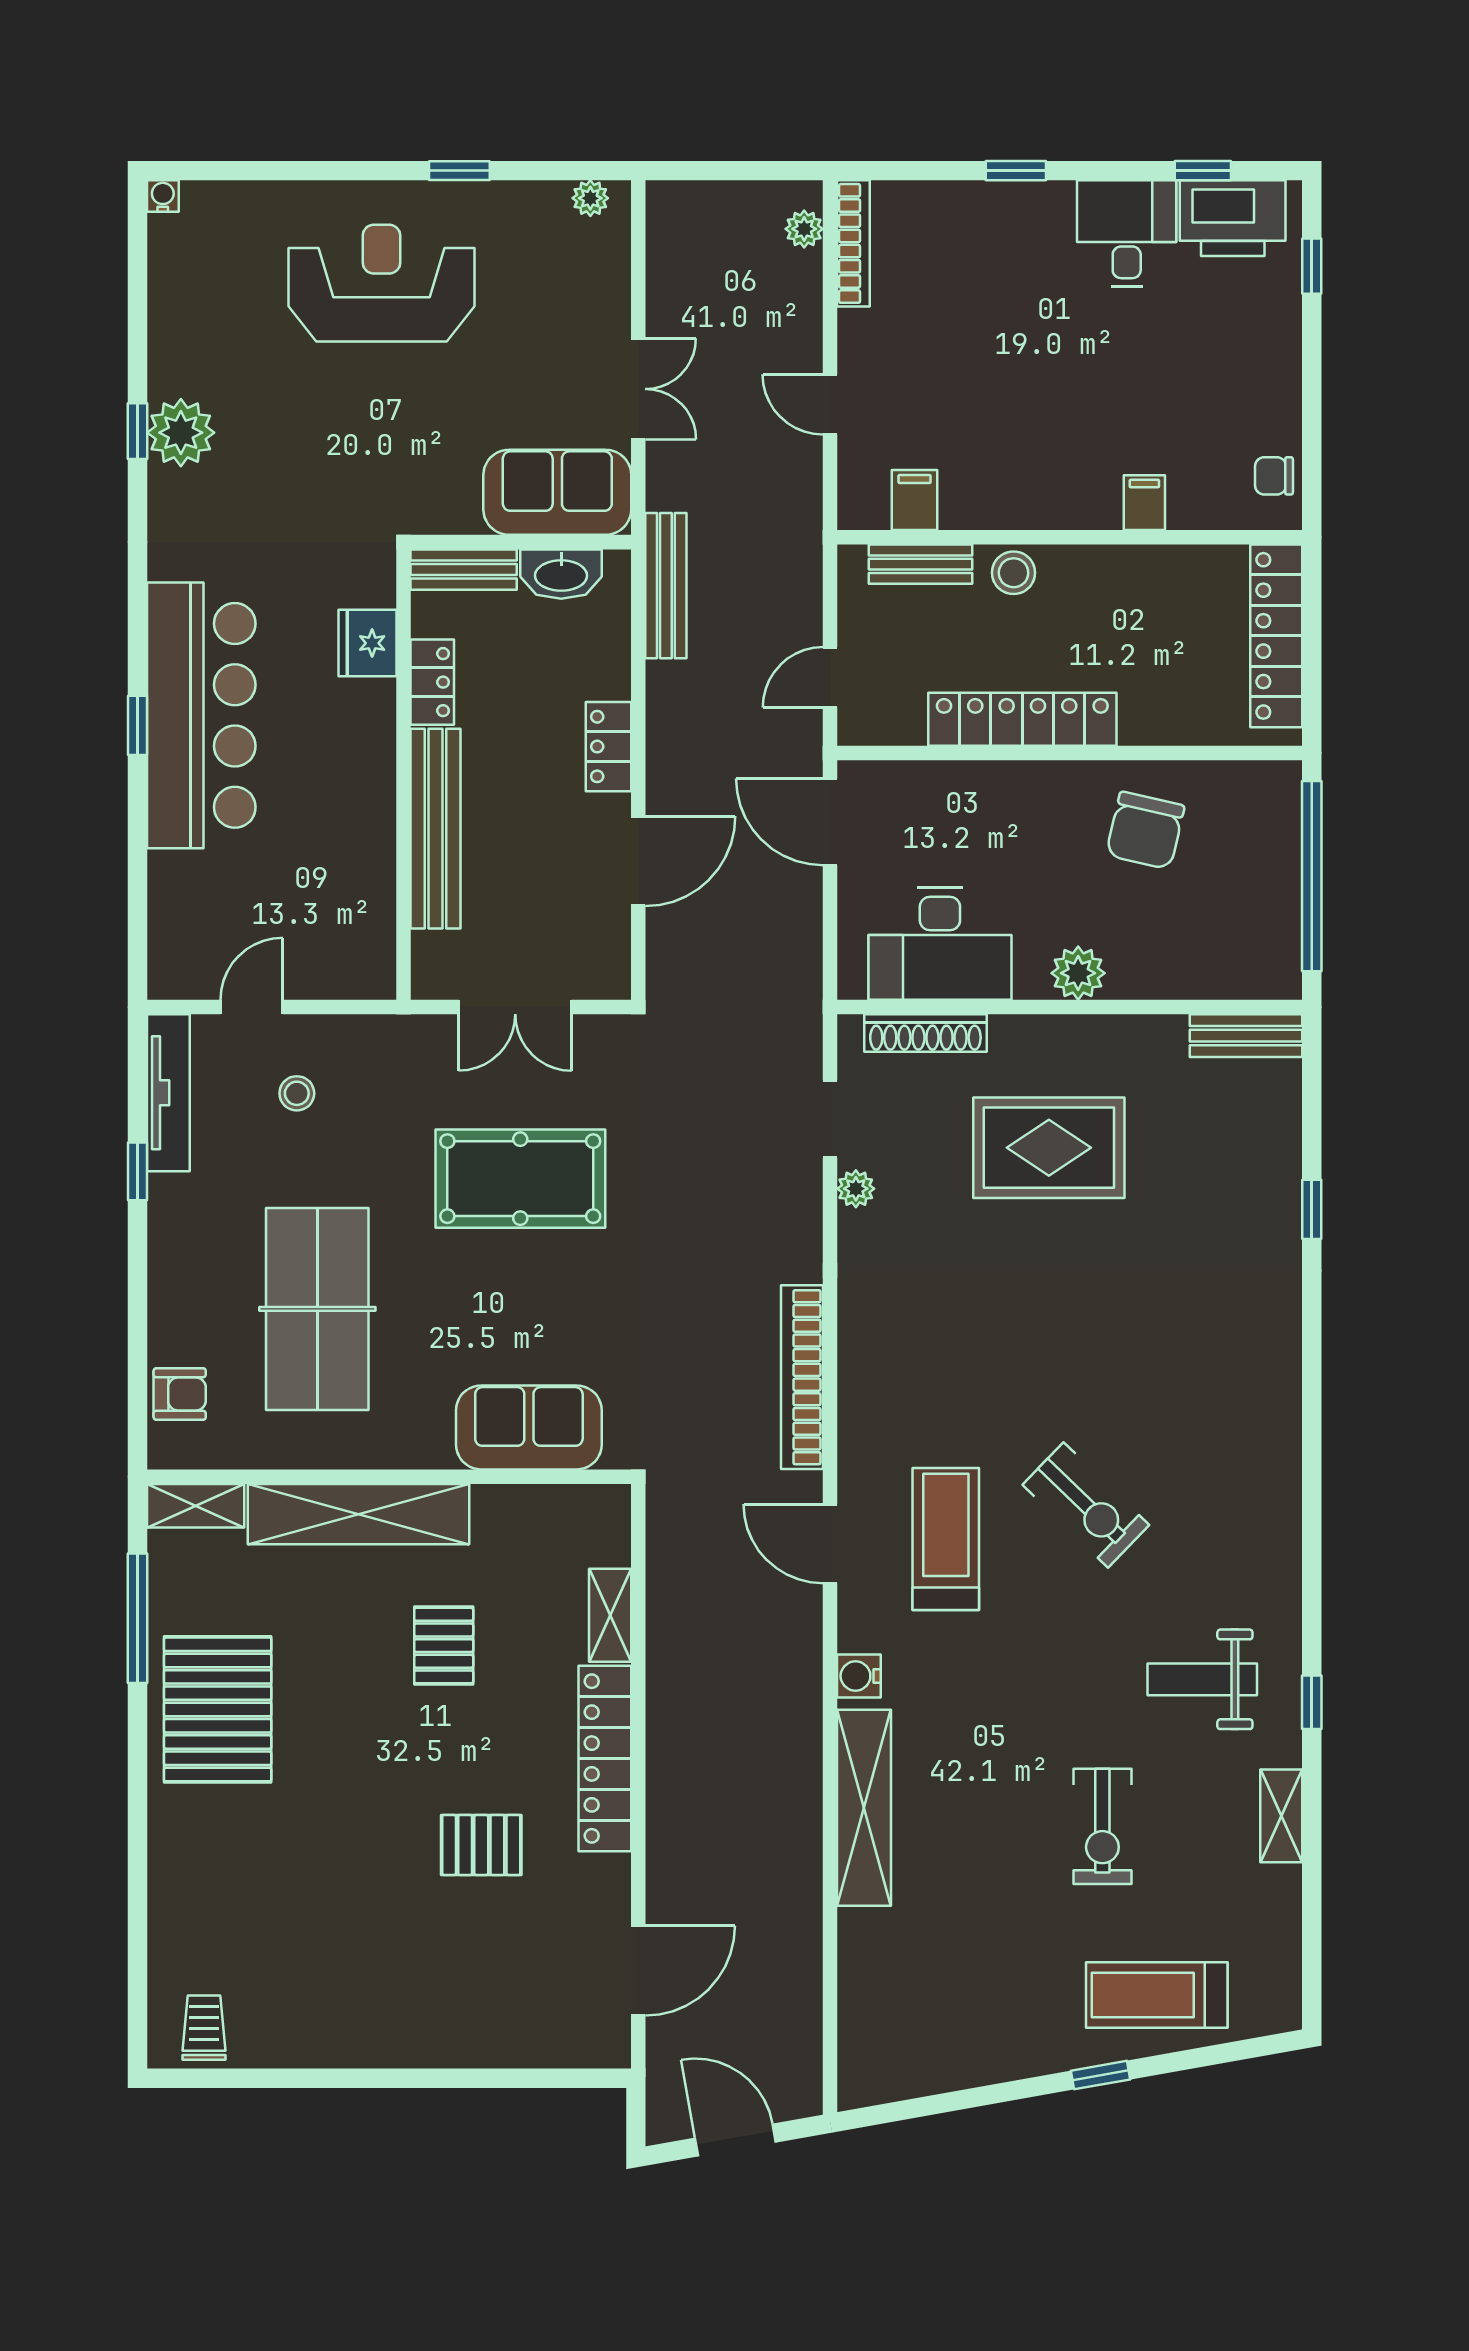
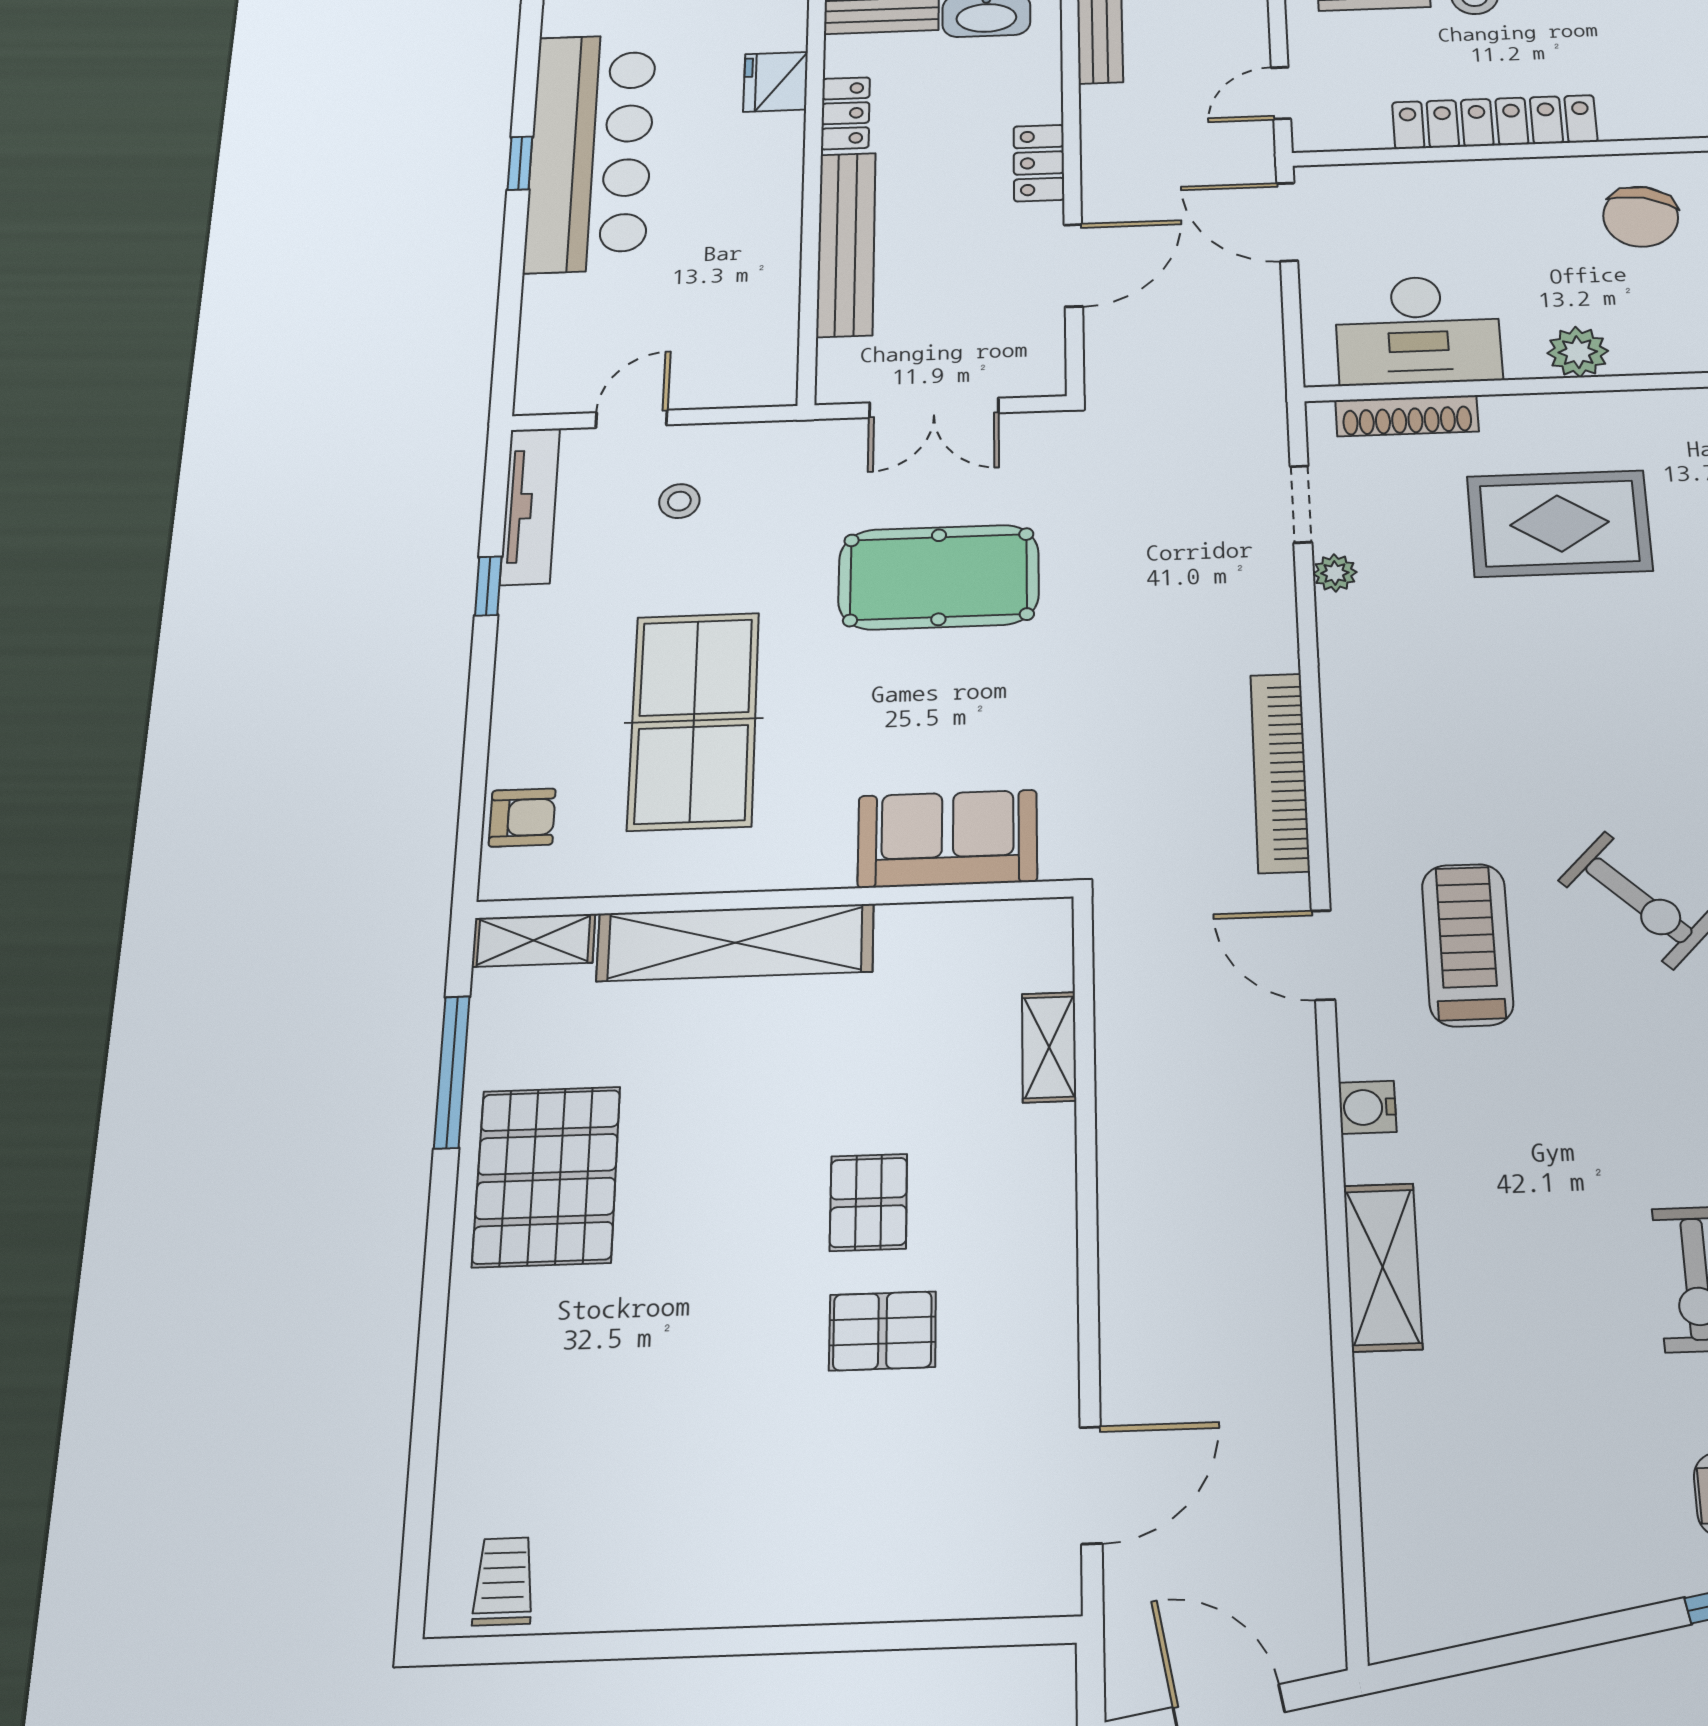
pallet: (444, 1646) -> (868, 1202), moved
locker: (605, 1759) -> (1044, 1218), removed
shelving: (864, 1808) -> (1383, 1267), width x0.68

